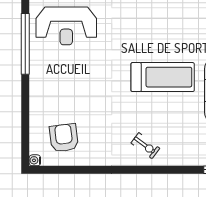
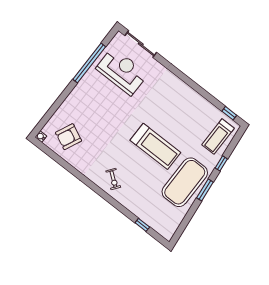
reception desk: (66, 26) -> (122, 71), turned 180
armchair: (64, 138) -> (69, 137), turned -148

